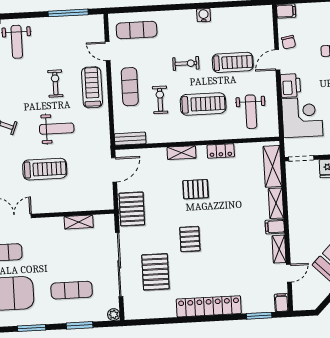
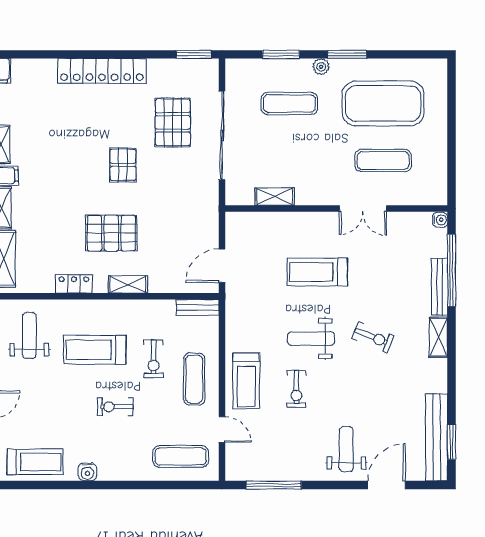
treadmill: (233, 62) -> (35, 462), moved, turned 180
weight bench: (57, 129) -> (311, 339), moved
pallet: (196, 189) -> (111, 233), width x1.50, depth x1.42
pallet: (132, 209) -> (200, 211), removed
plant: (114, 315) -> (321, 67), moved
window: (259, 316) -> (194, 54), moved

